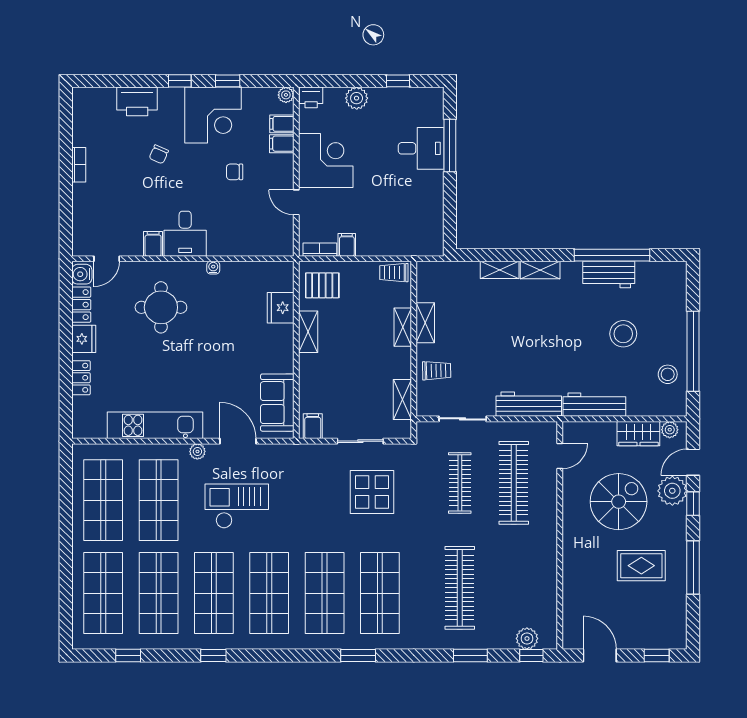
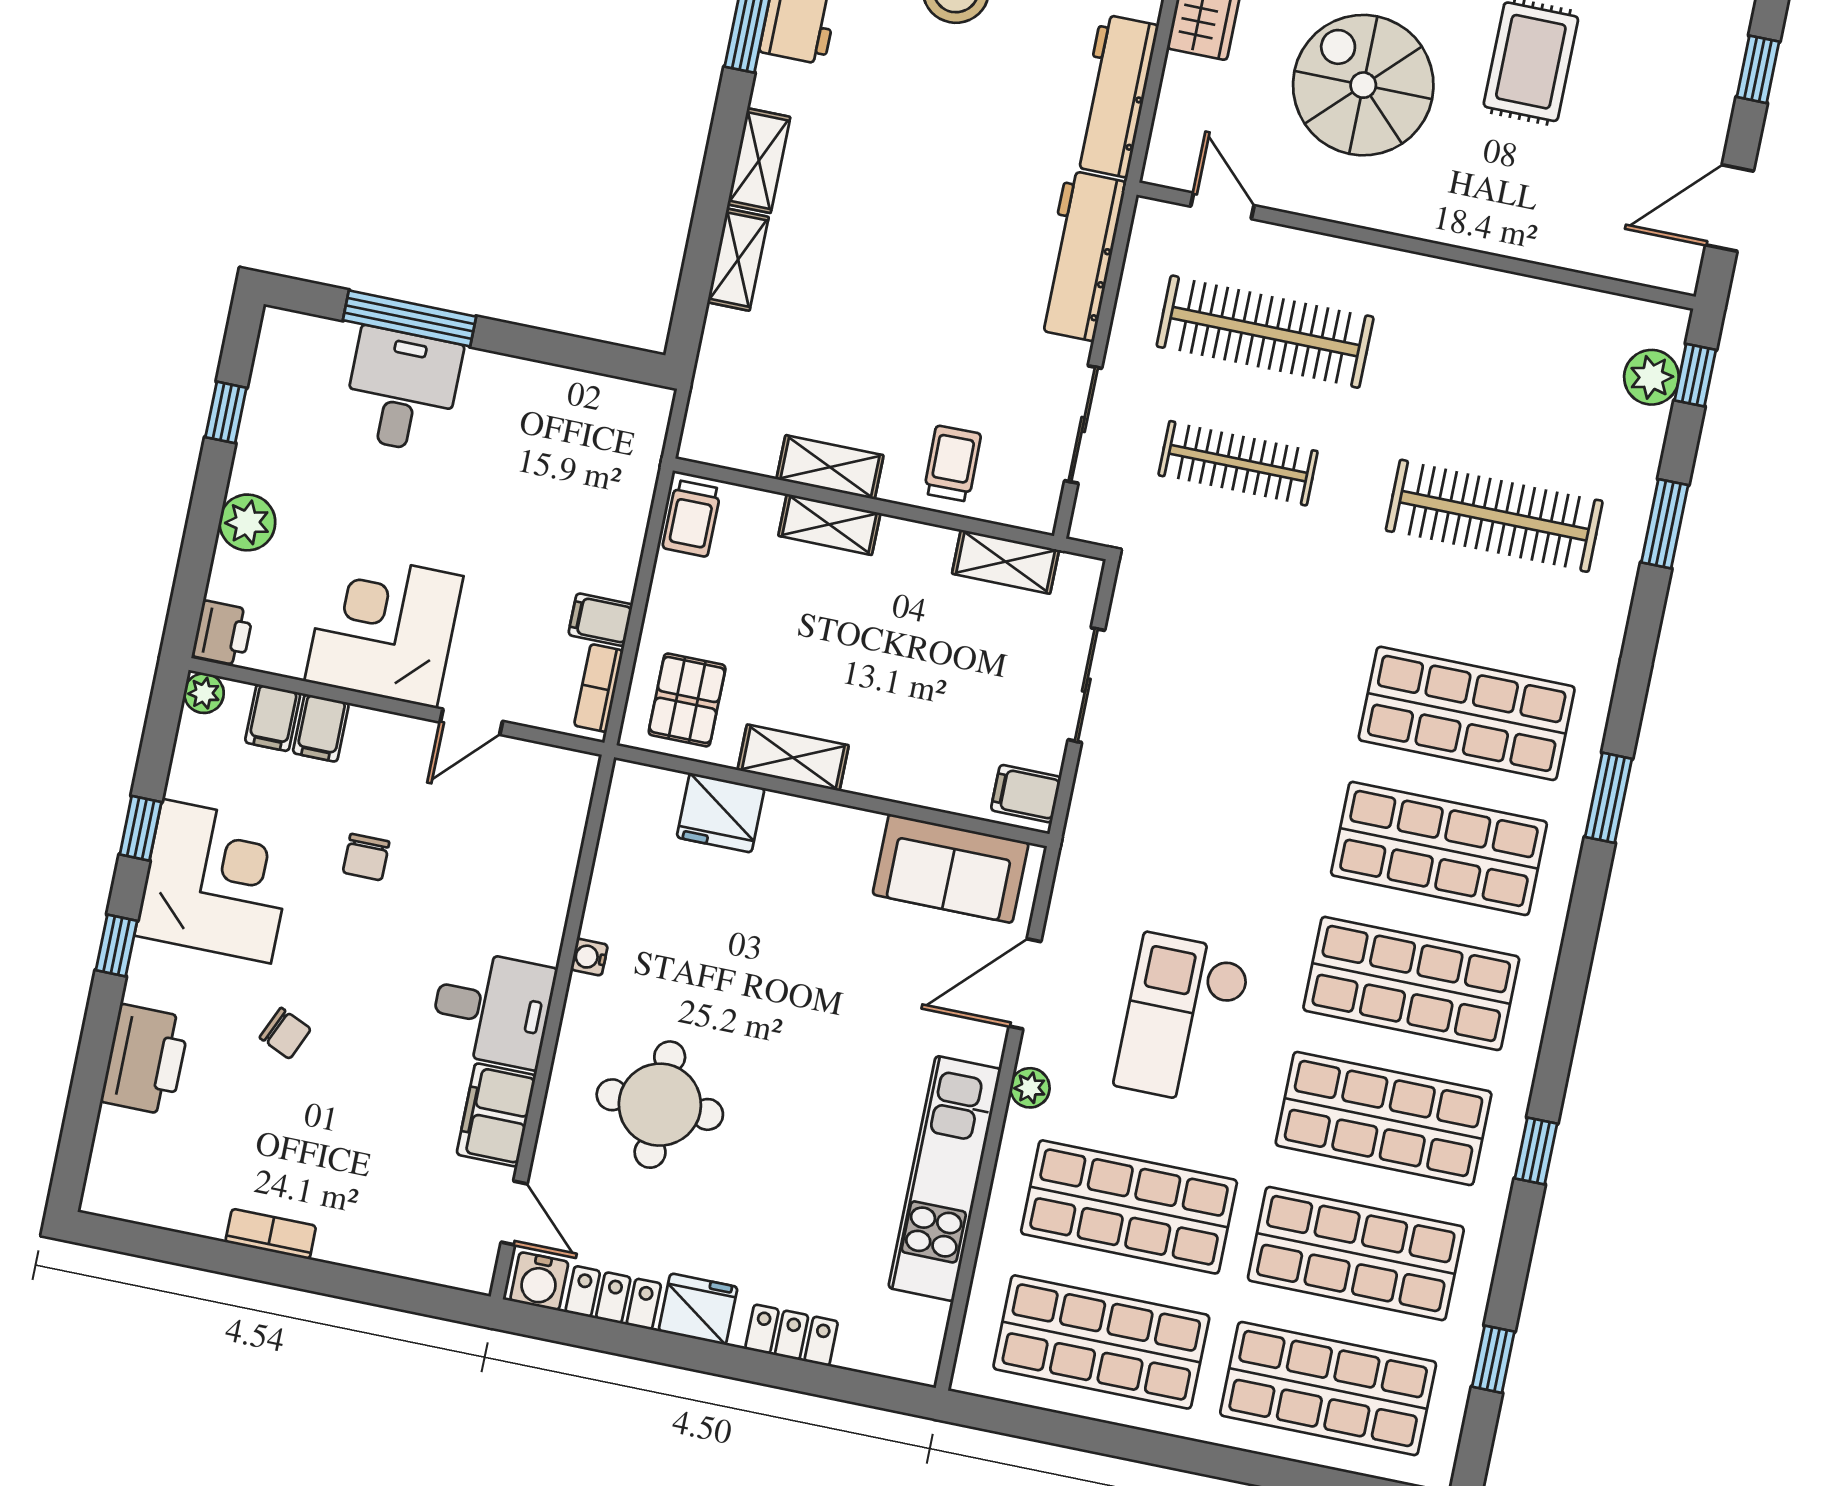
filing cabinet: (153, 244) -> (496, 1115), width x2.00
display table: (372, 492) -> (1216, 682), removed

